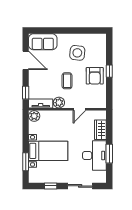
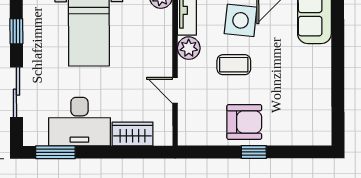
side table: (77, 53) -> (241, 20), moved
armchair: (95, 76) -> (244, 122), turned 180
window: (109, 154) -> (55, 152), moved

